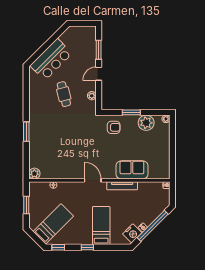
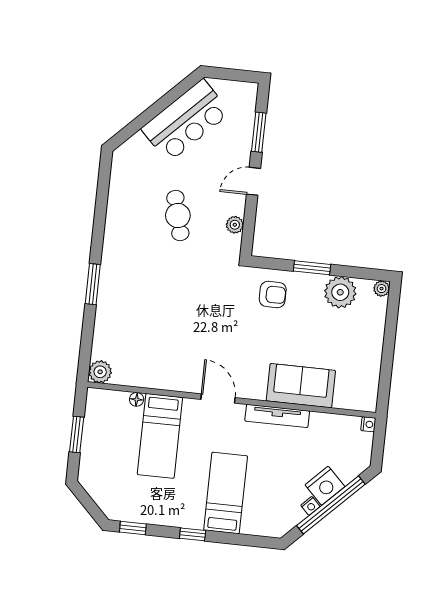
bar counter: (51, 59) -> (186, 121), moved
bed: (53, 224) -> (160, 436), moved, turned 135
nightstand: (132, 233) -> (325, 486), moved

